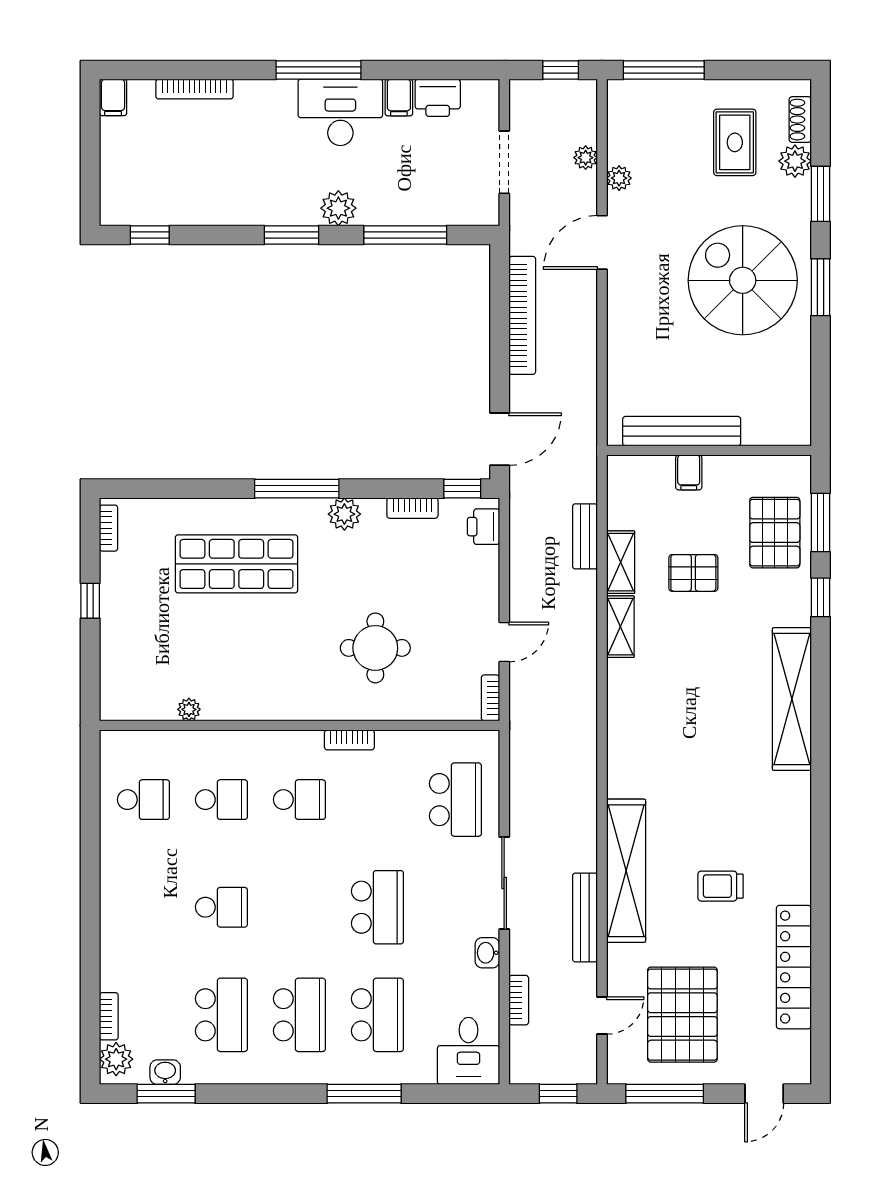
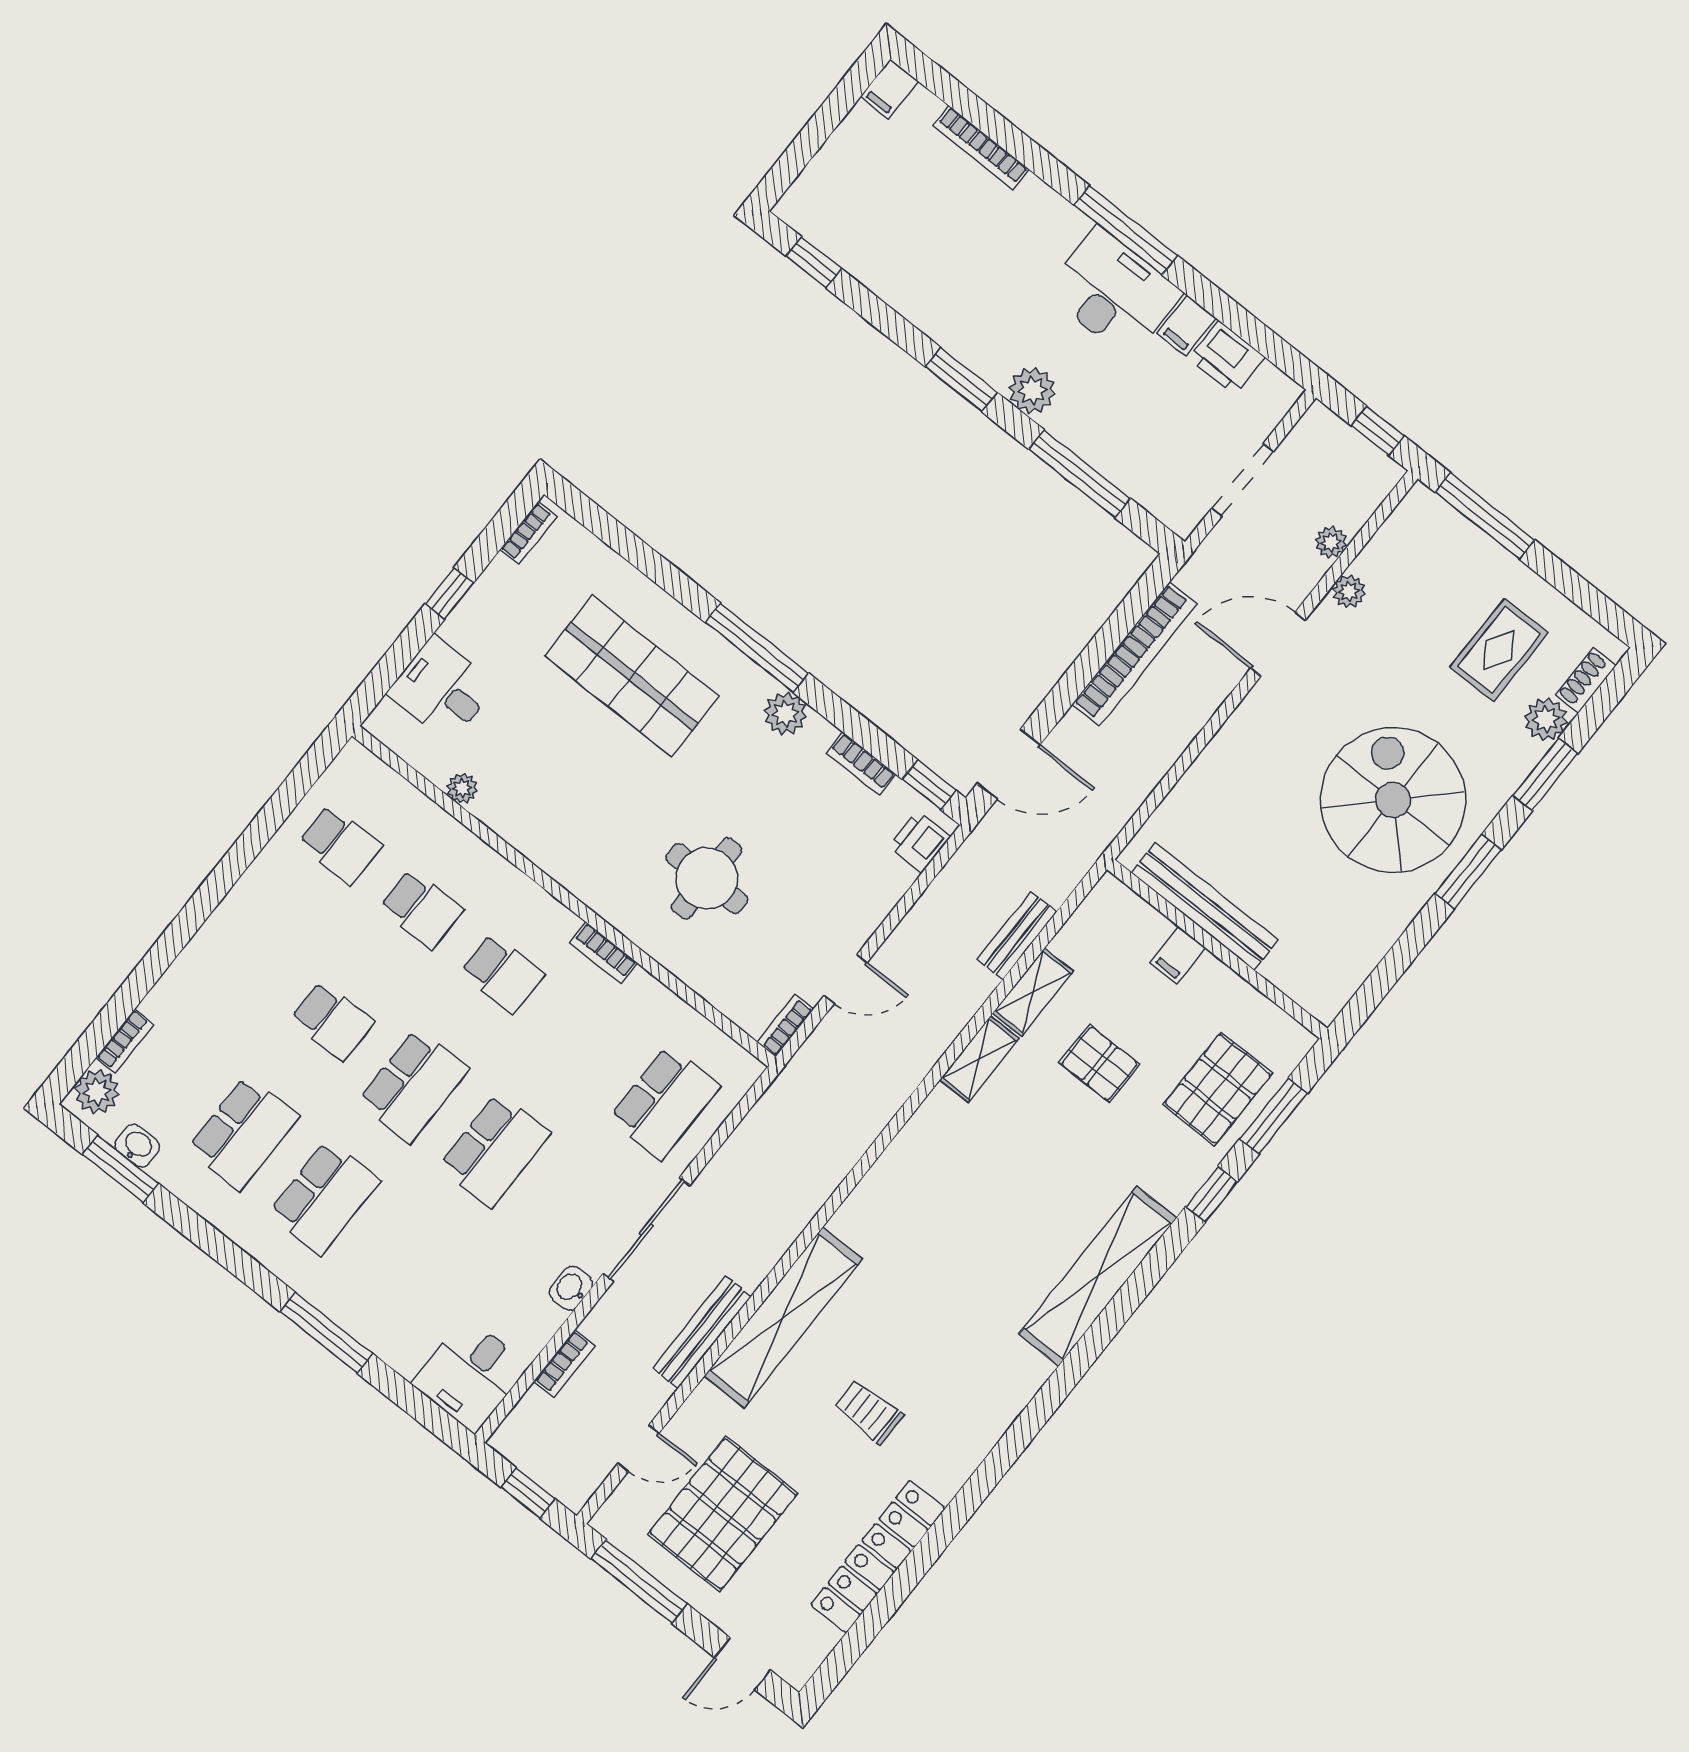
desk: (131, 661) -> (442, 689), added
school desk: (377, 1015) -> (413, 1085), moved

